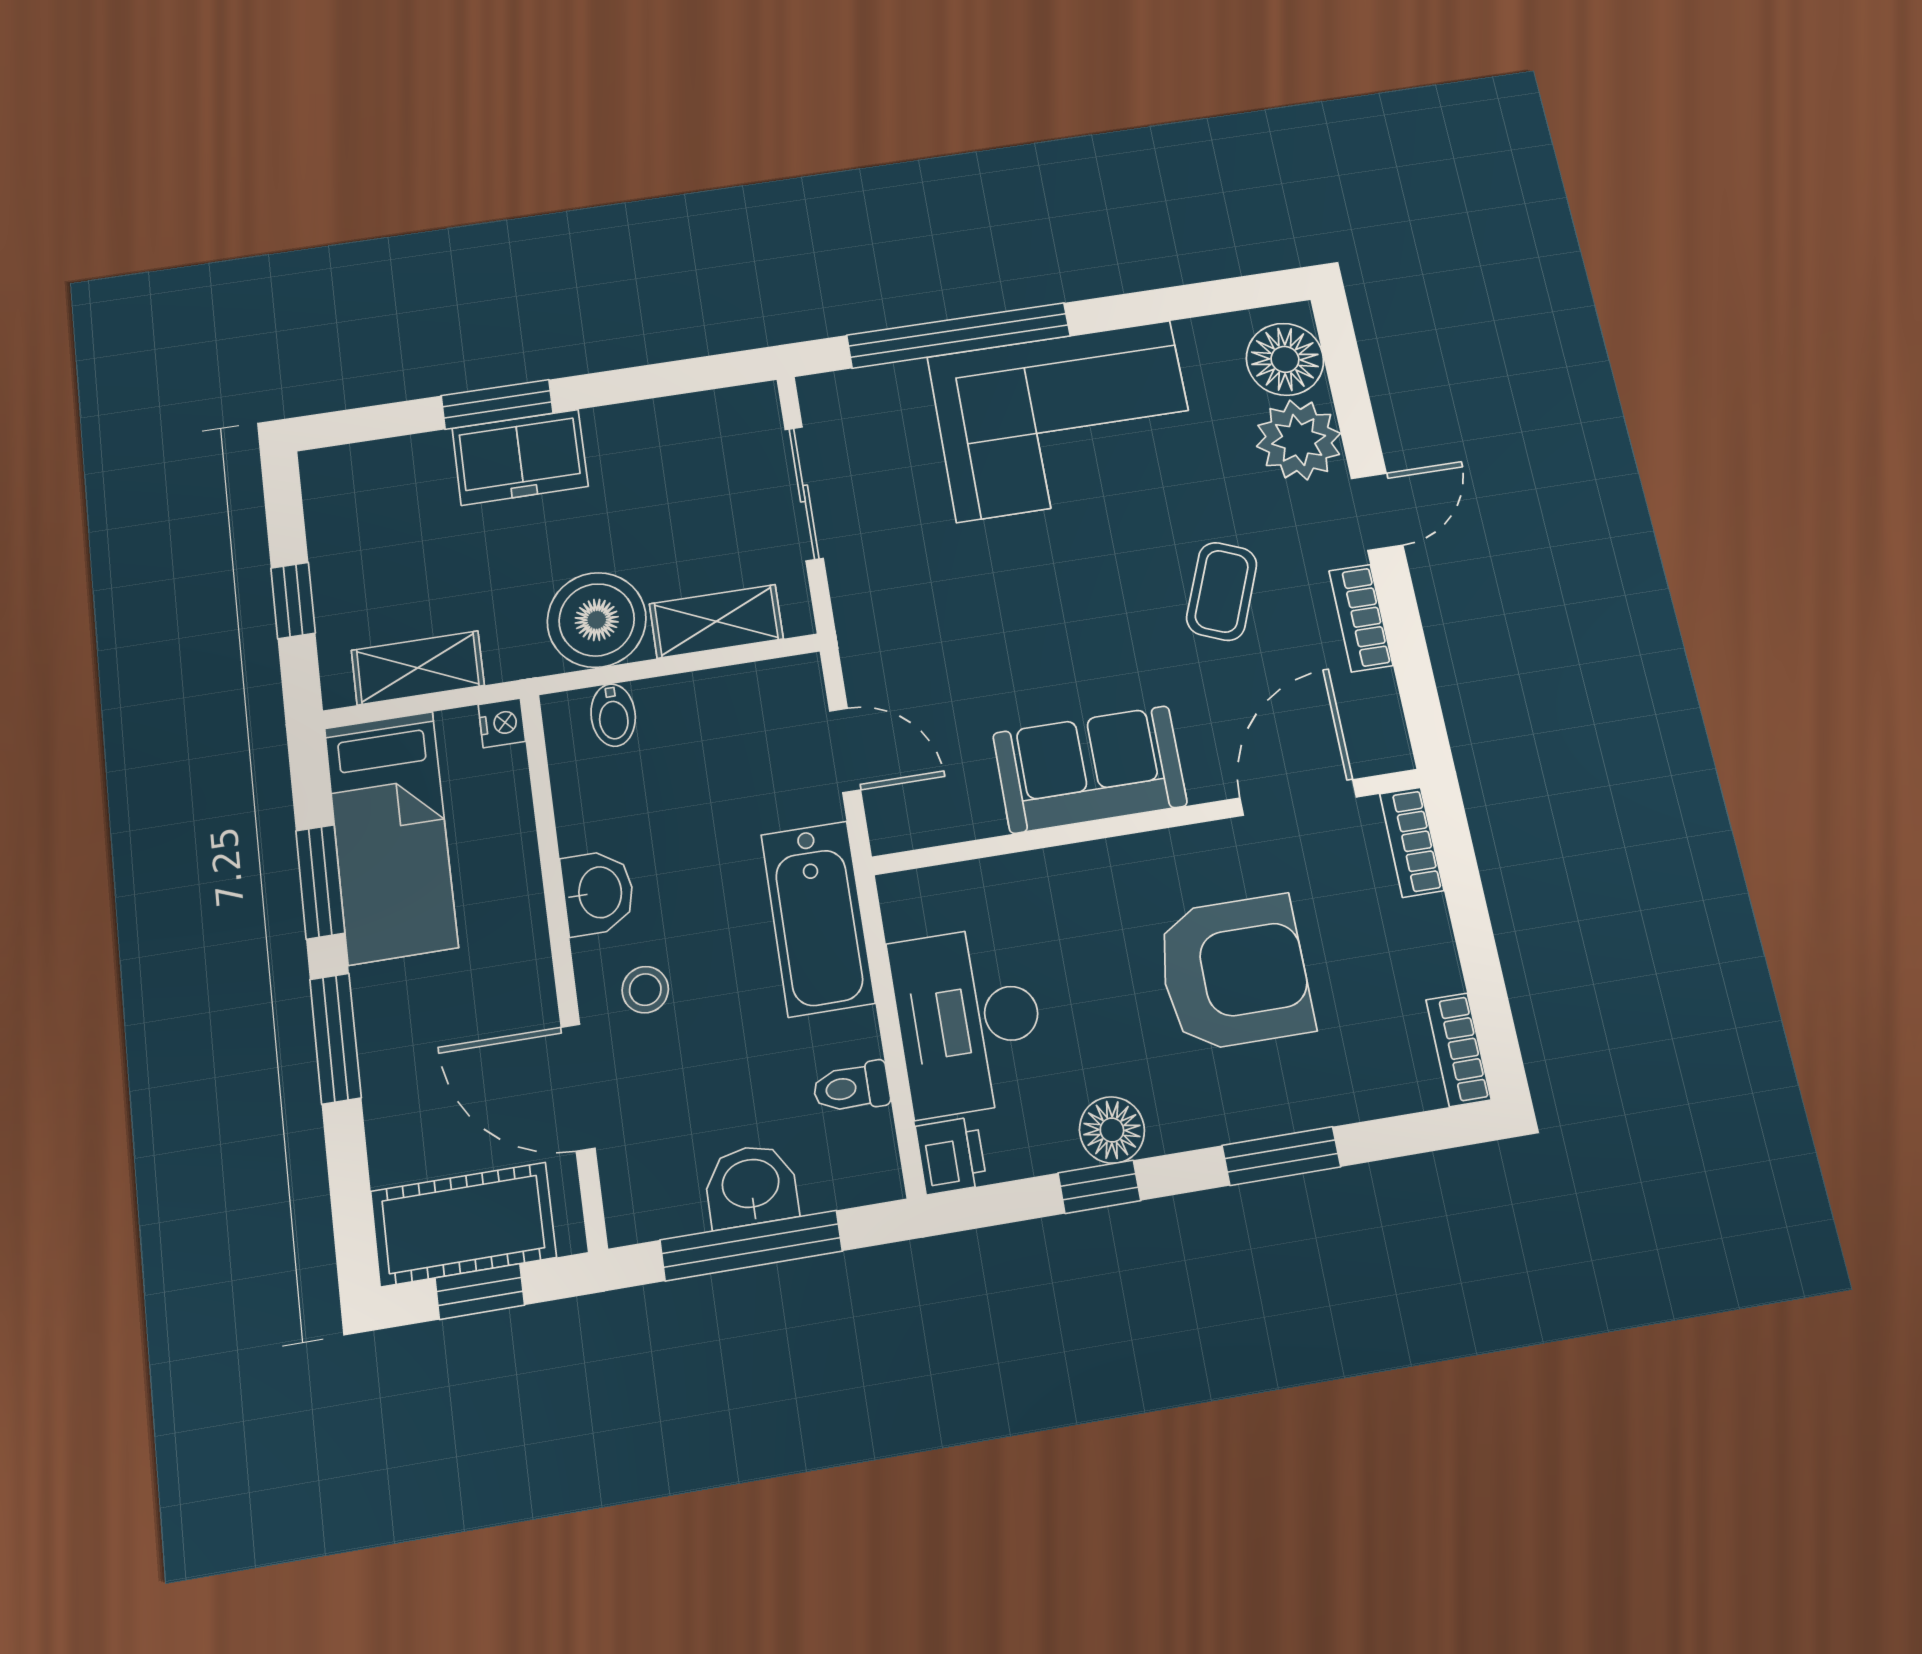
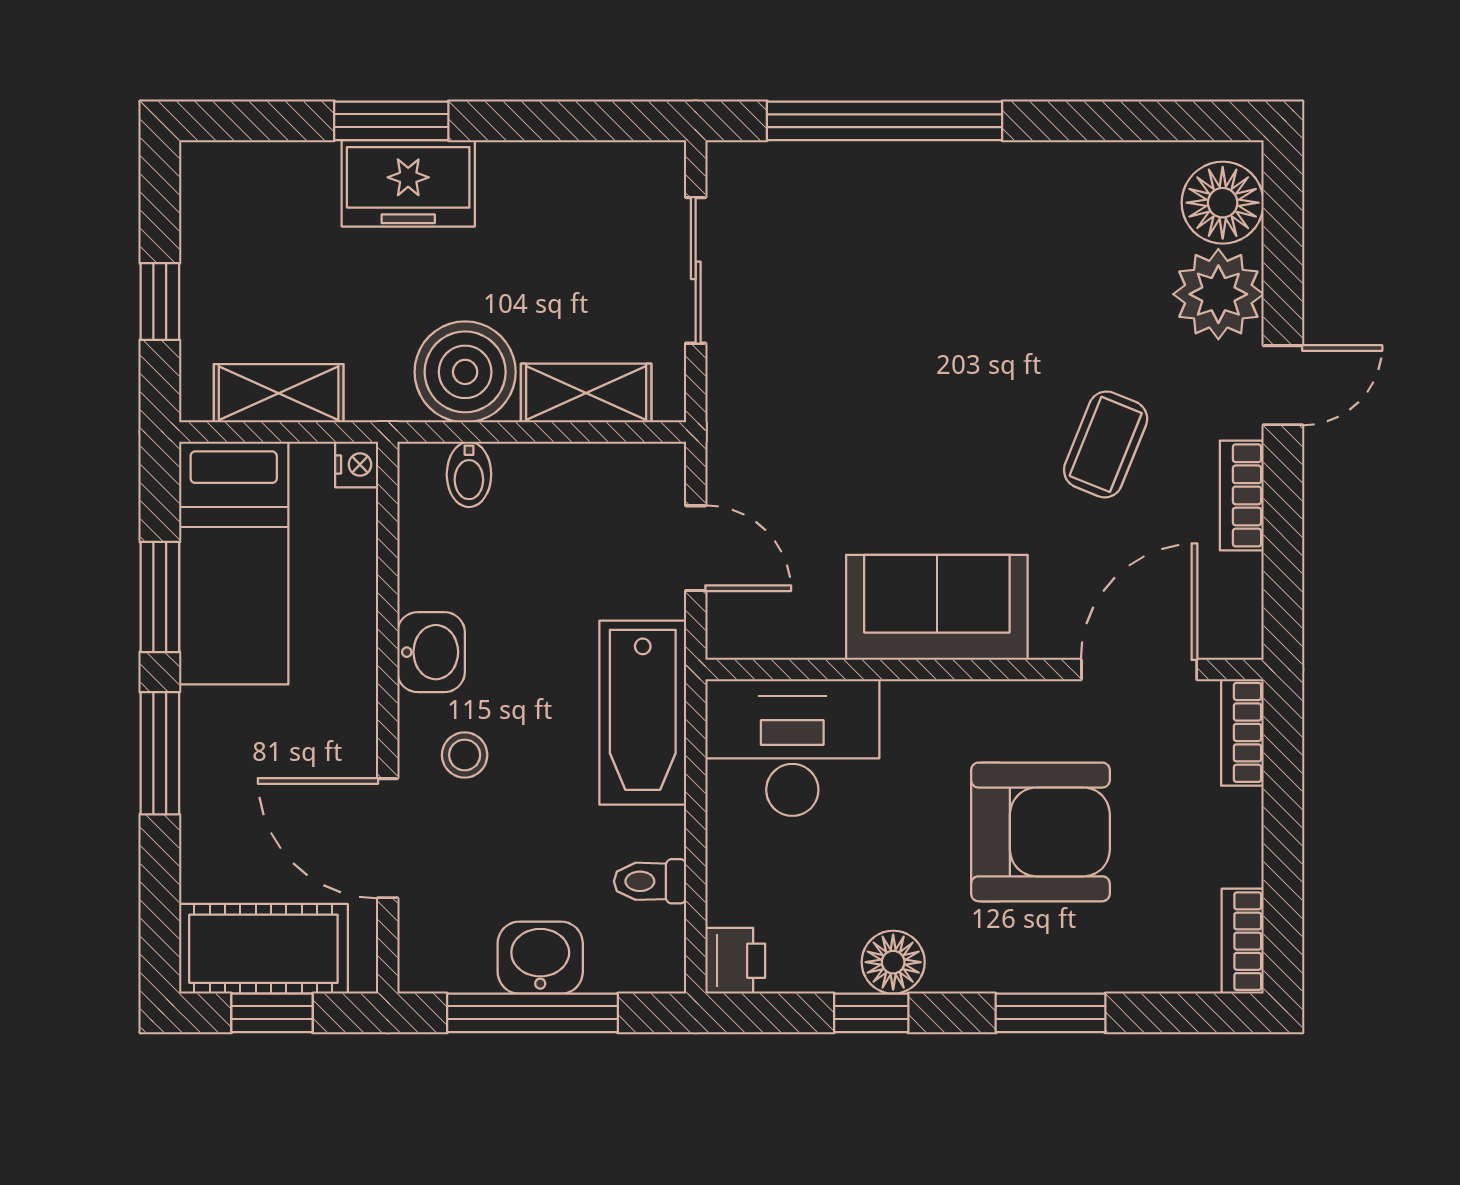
corner sofa: (1064, 421) -> (979, 234), removed
desk: (969, 1020) -> (792, 748), moved, turned 90

